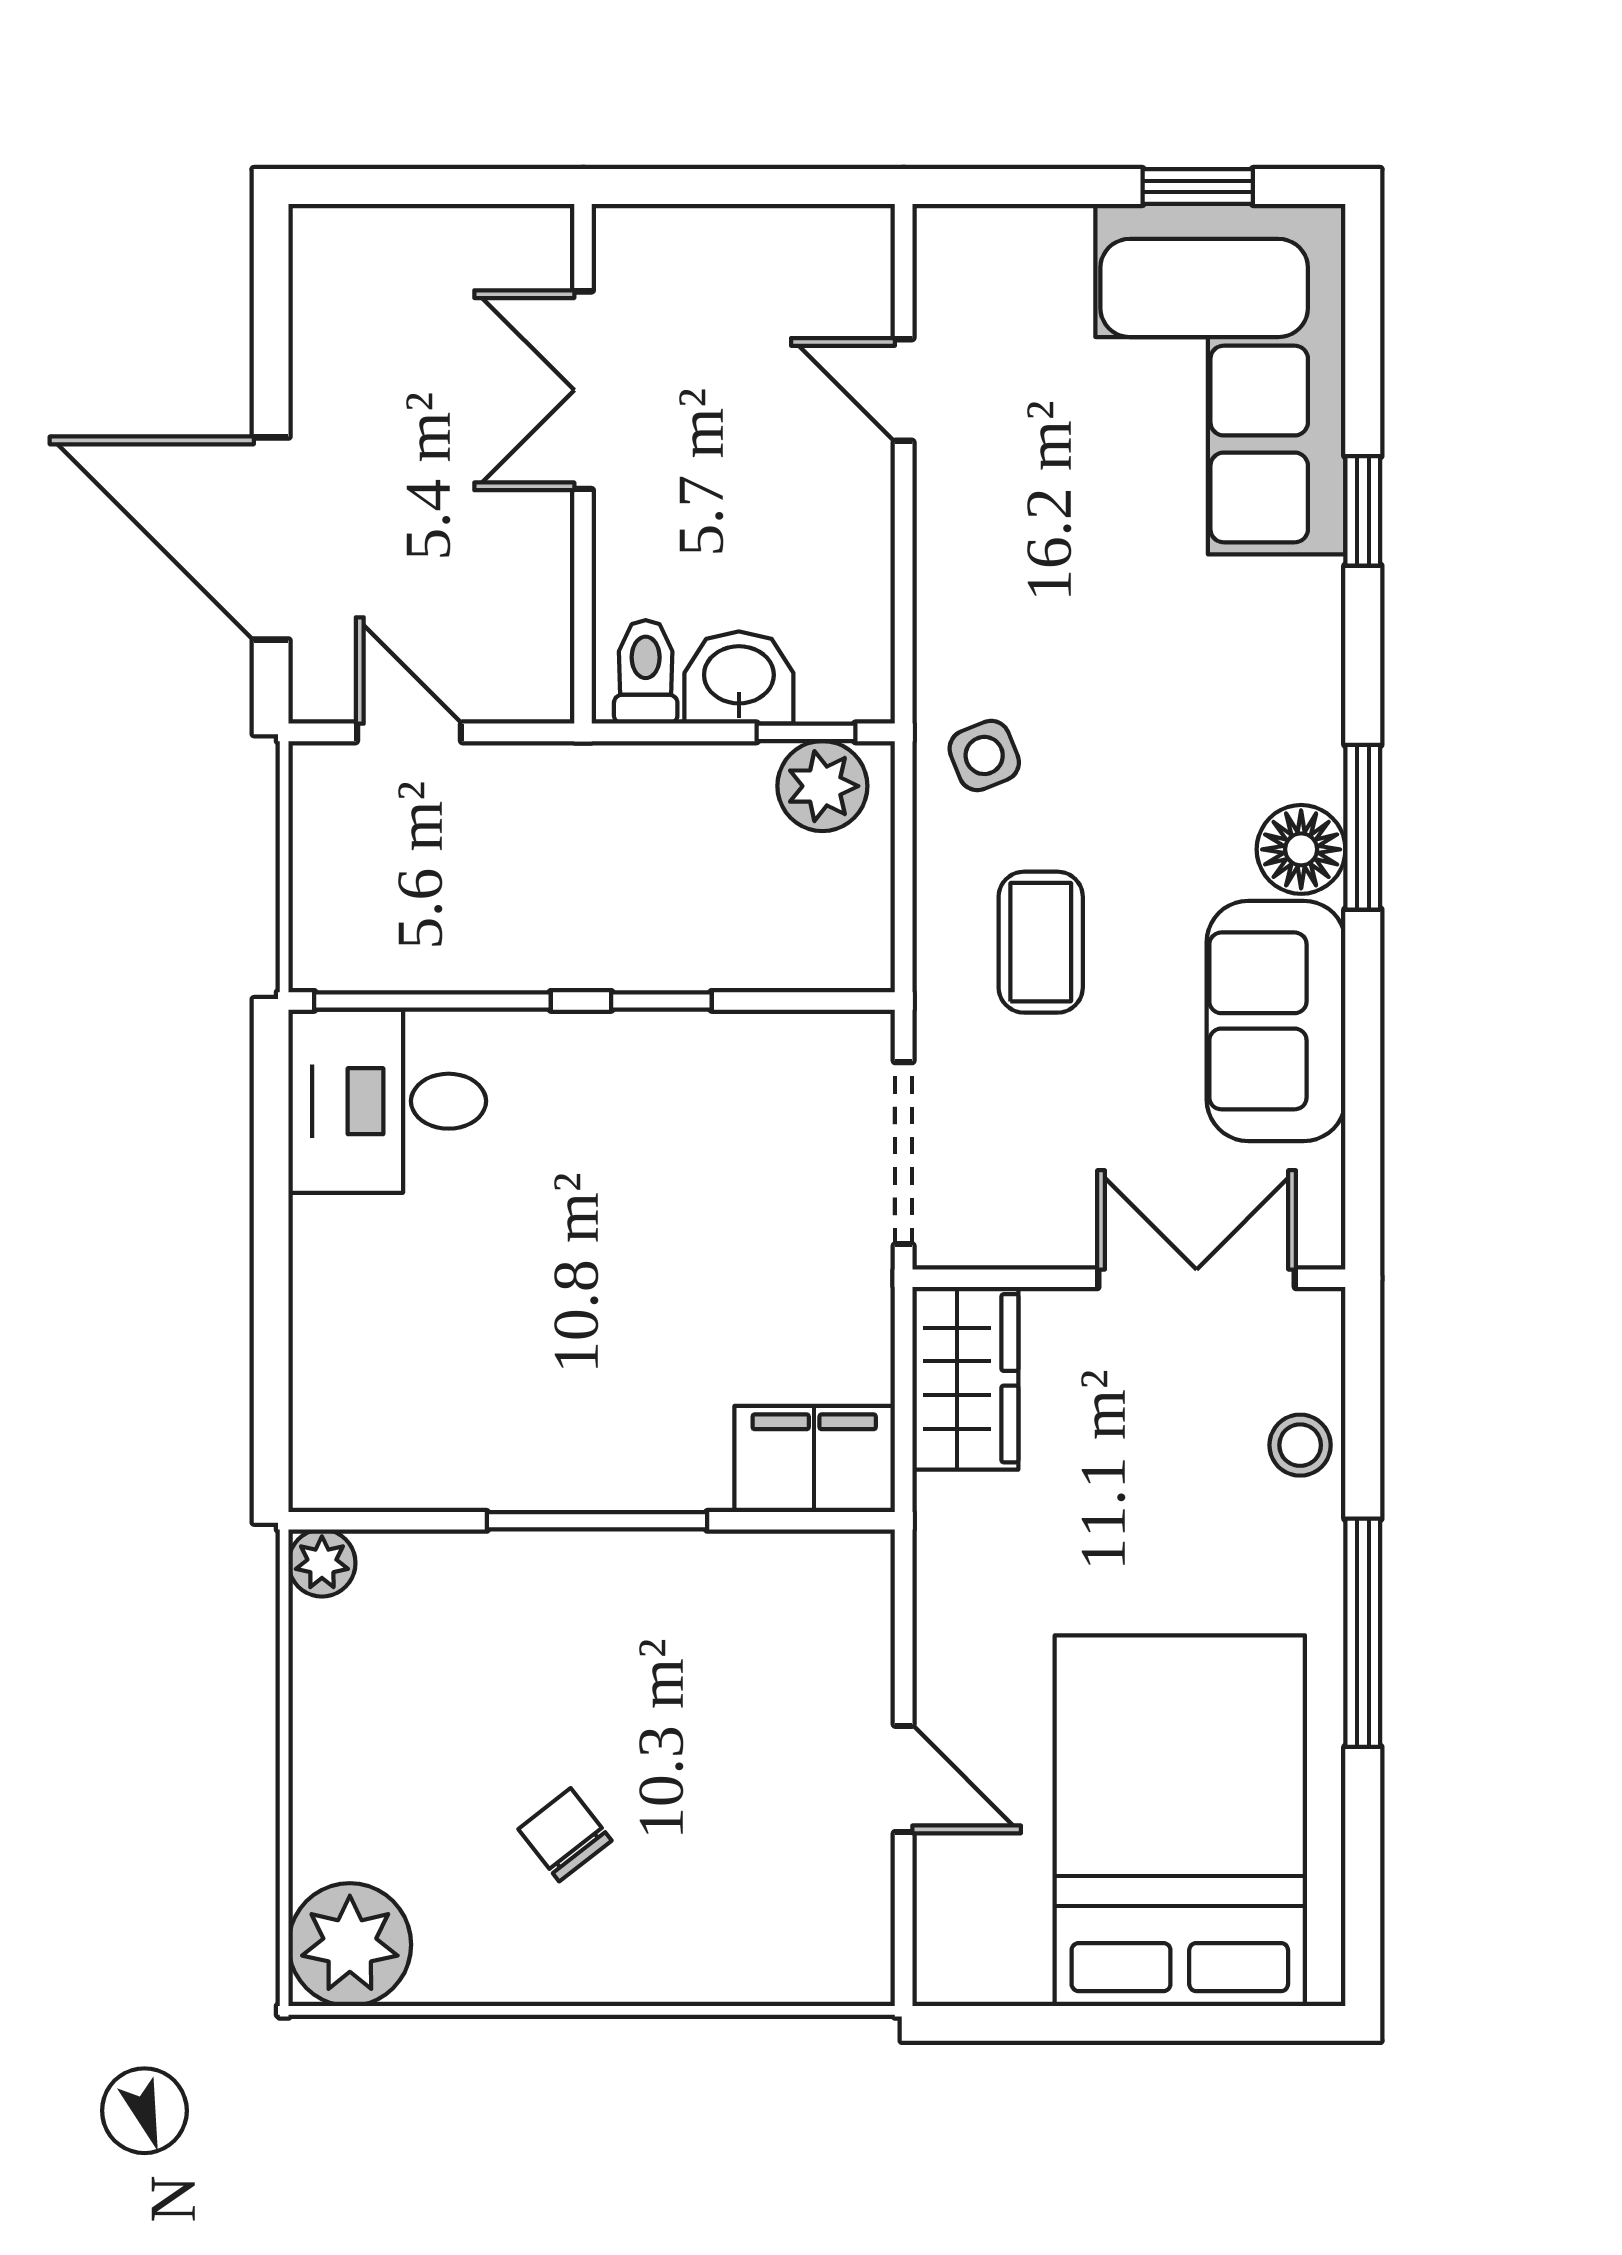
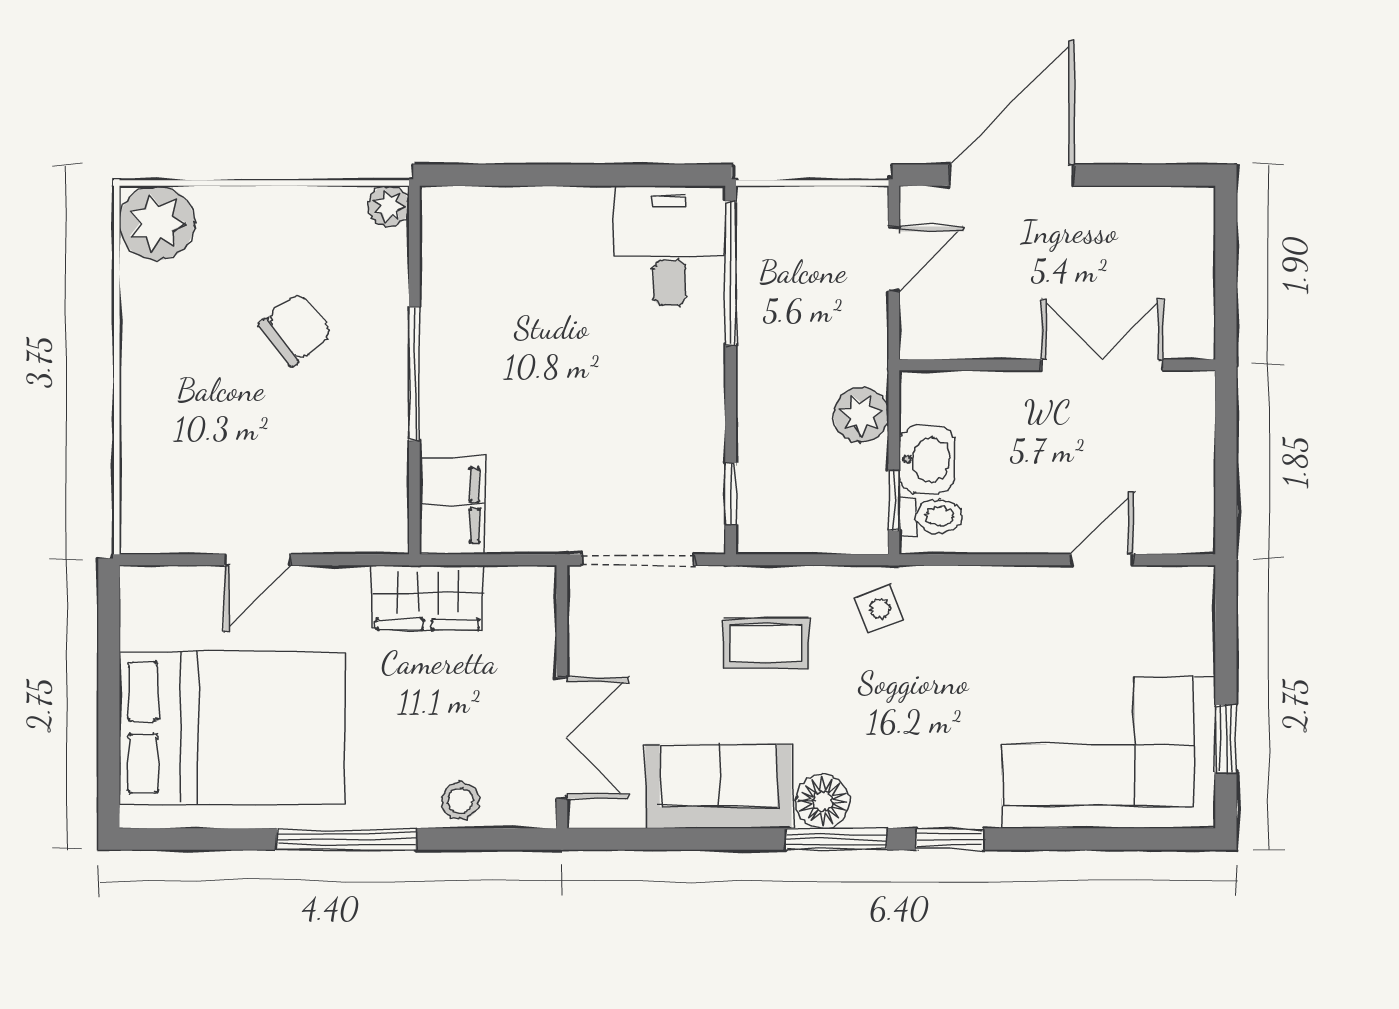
window: (1363, 511) -> (950, 839), moved
toilet: (646, 672) -> (931, 516), moved
plant: (822, 786) -> (861, 415), moved
window: (661, 1001) -> (731, 494), moved
wardrobe: (965, 1378) -> (428, 597), moved
chair: (565, 1835) -> (296, 329), moved, width x1.37, depth x1.37

